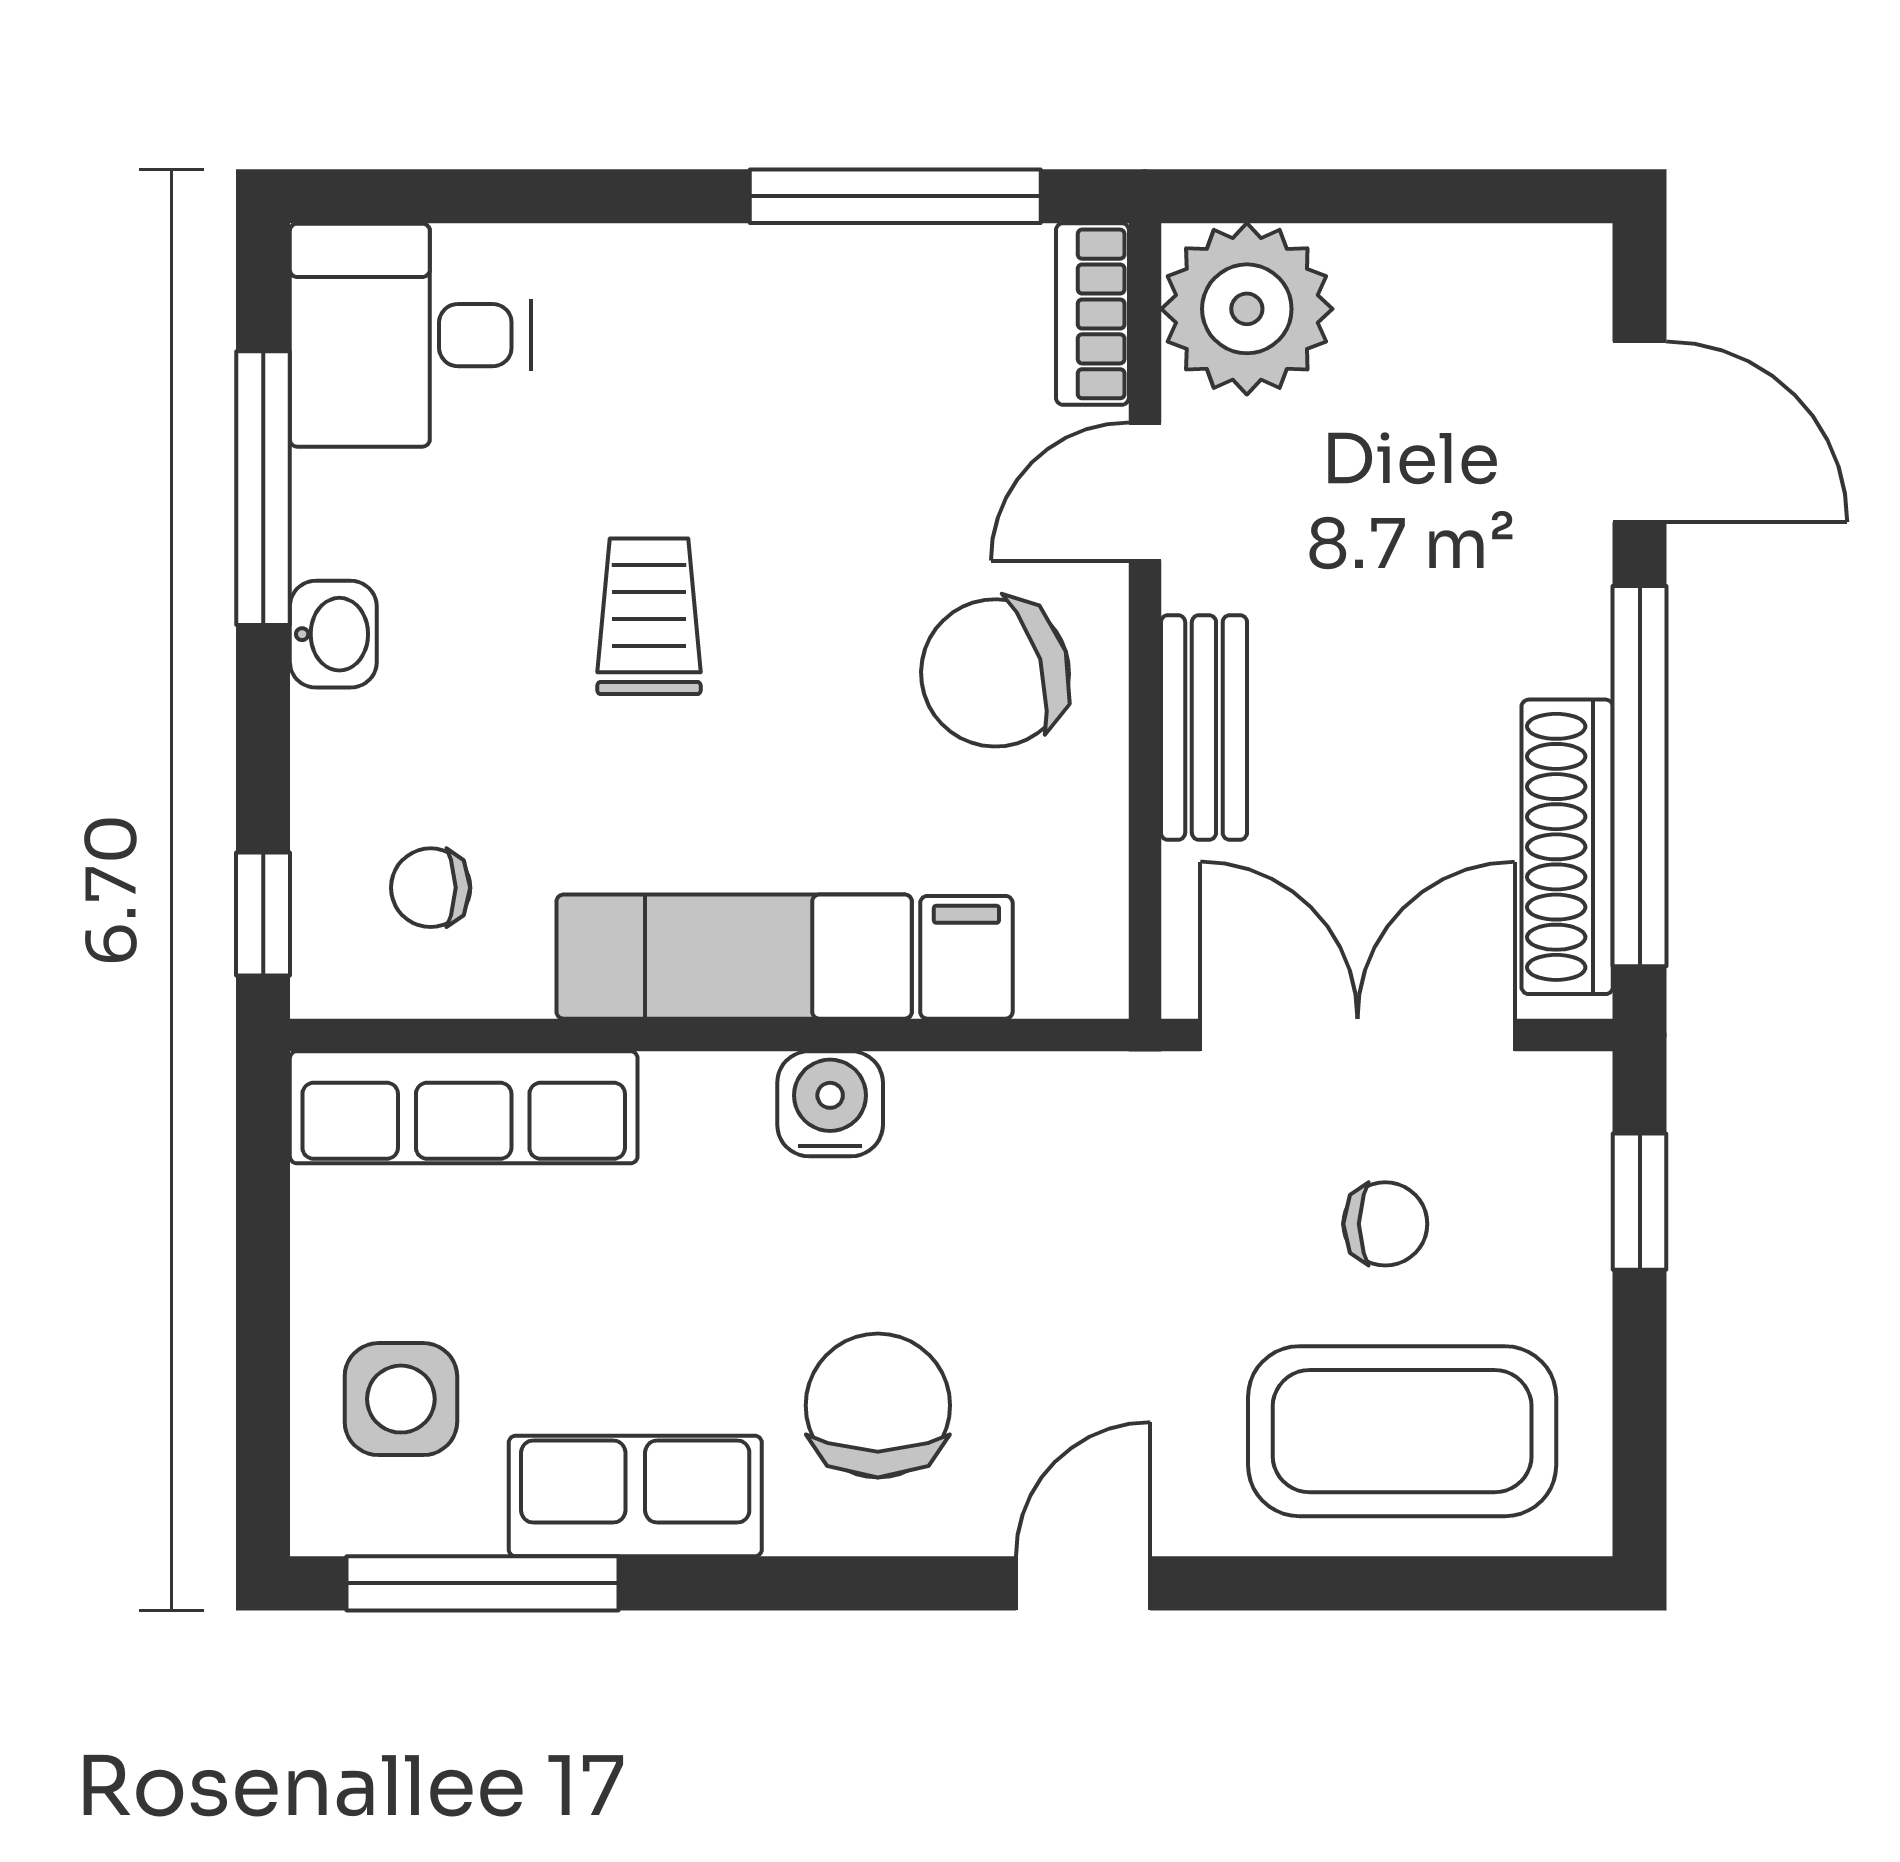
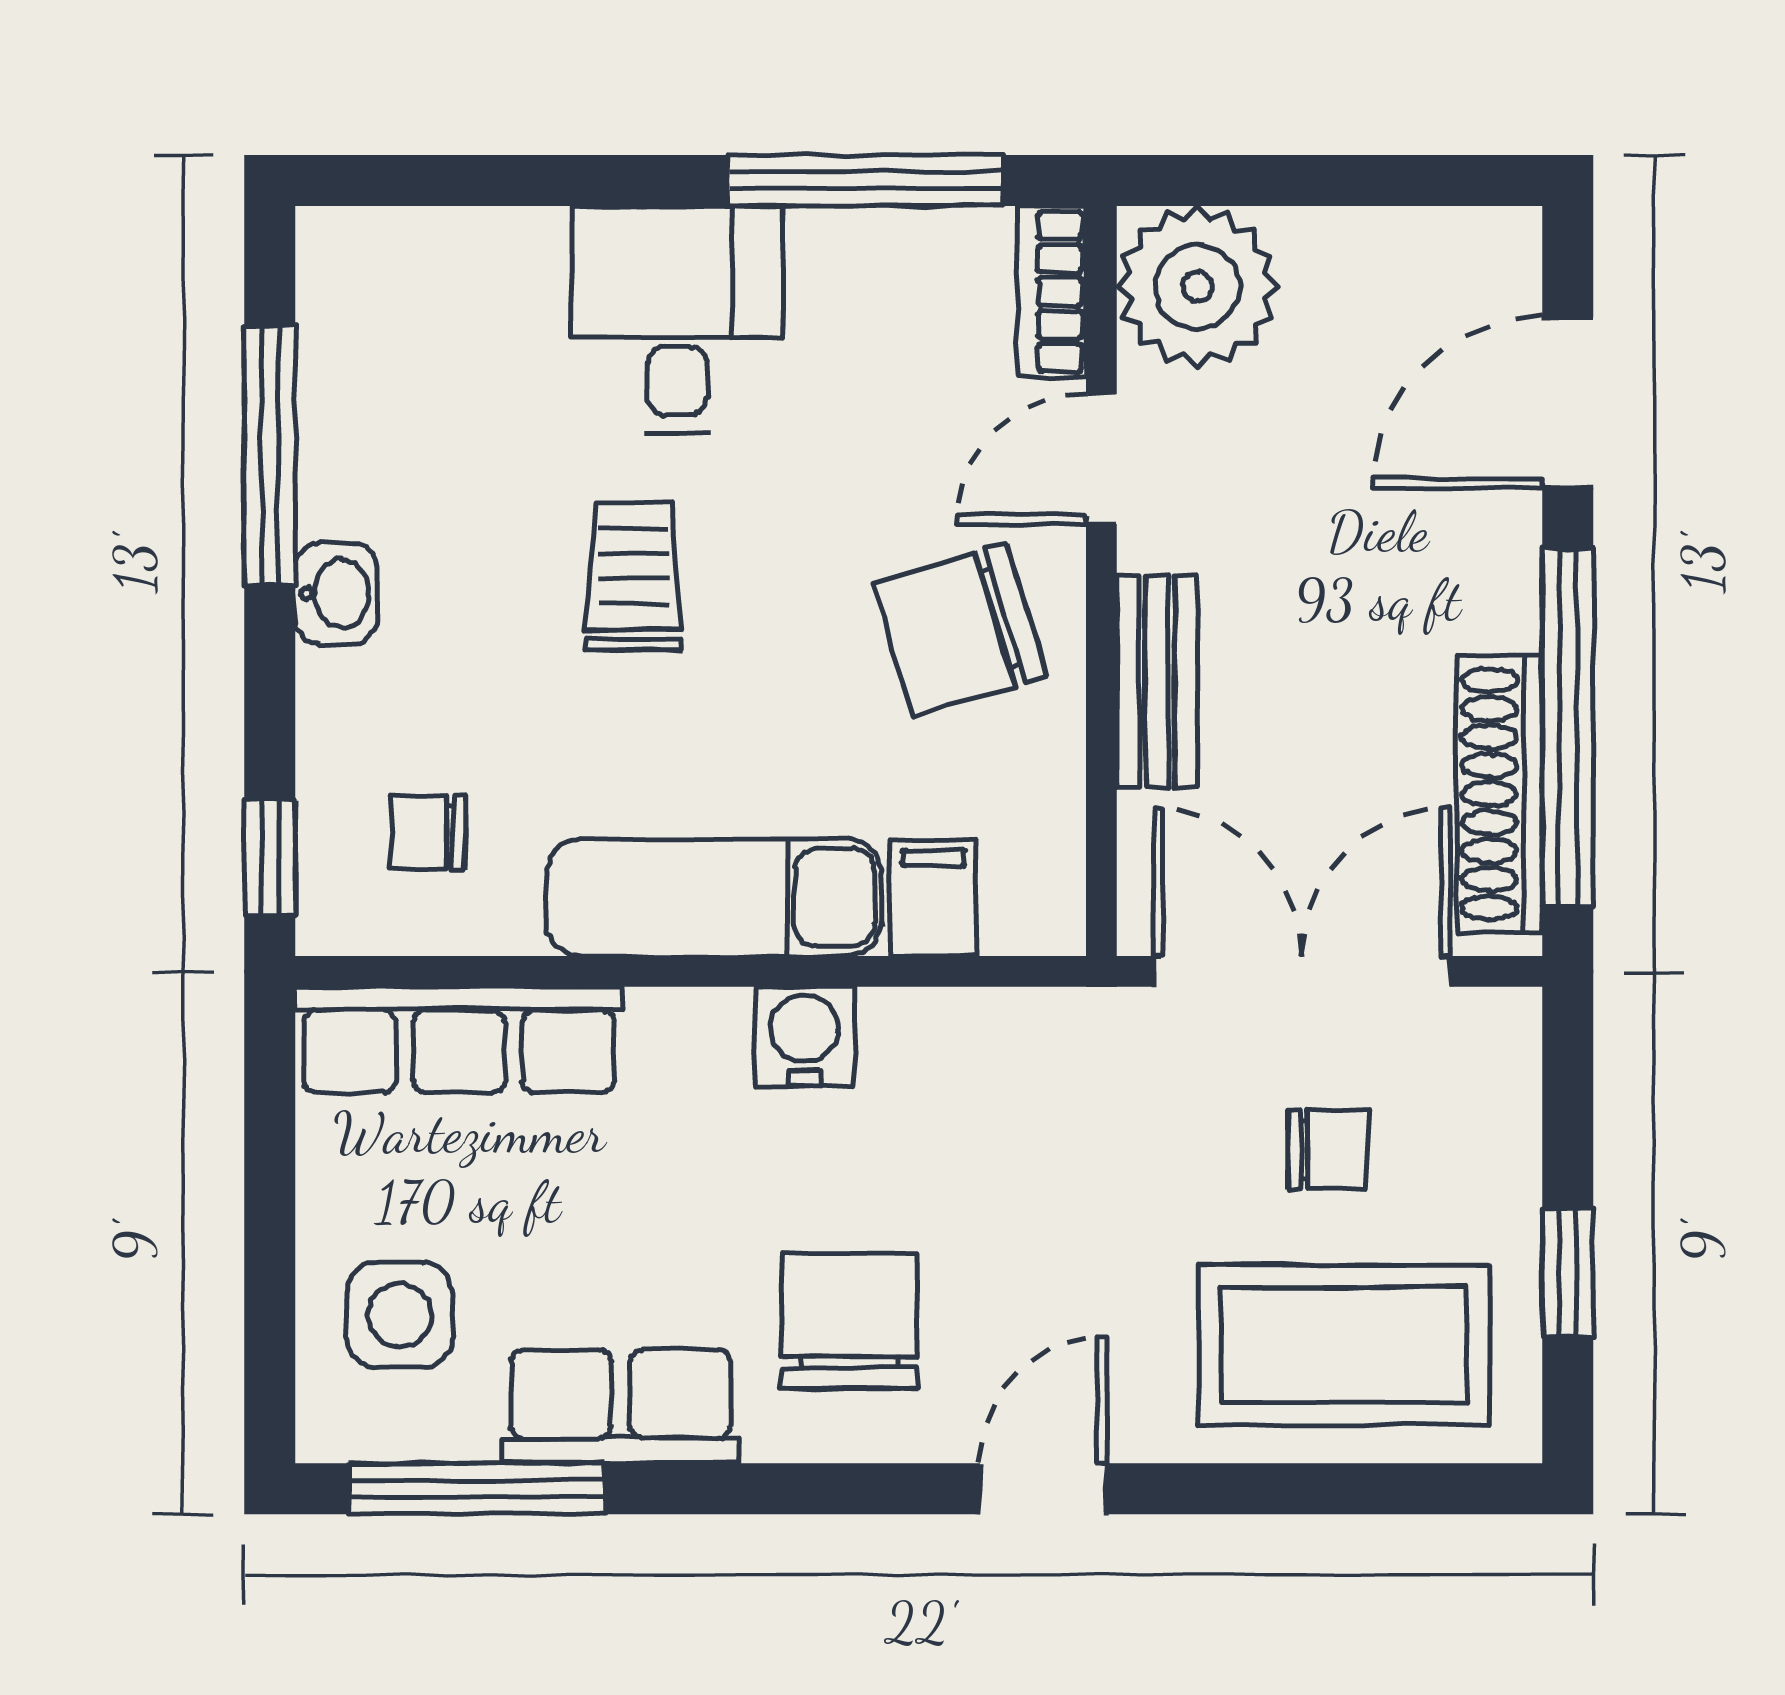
desk: (410, 335) -> (677, 319), moved, turned 90
door: (1640, 432) -> (1568, 403), swing flipped
window: (1640, 1202) -> (1568, 1273), moved

